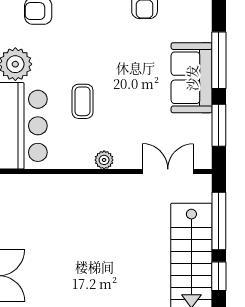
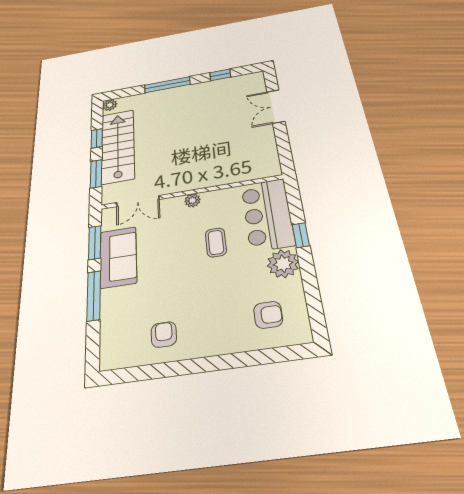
sofa: (192, 78) -> (118, 257), moved
window: (219, 221) -> (96, 174), width x0.69

